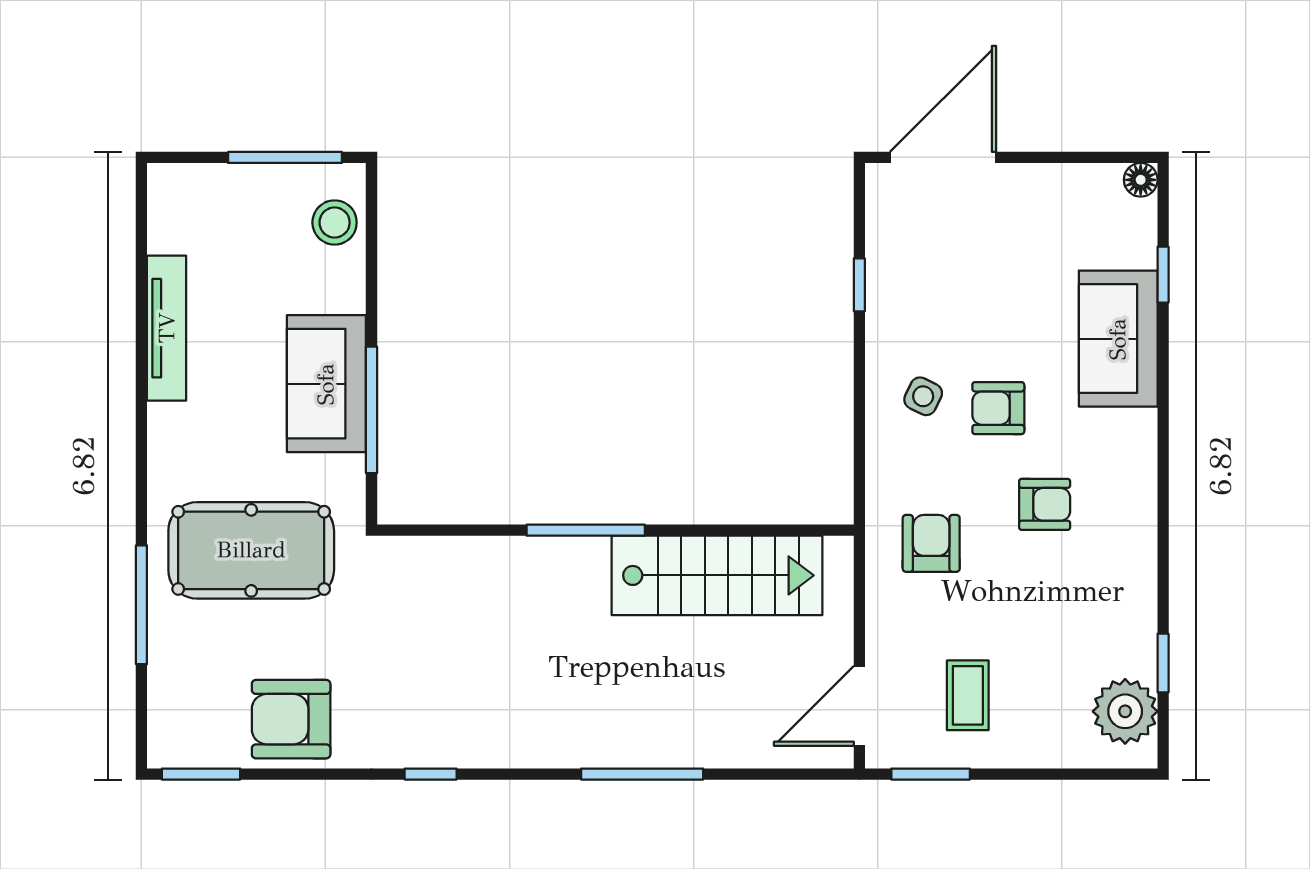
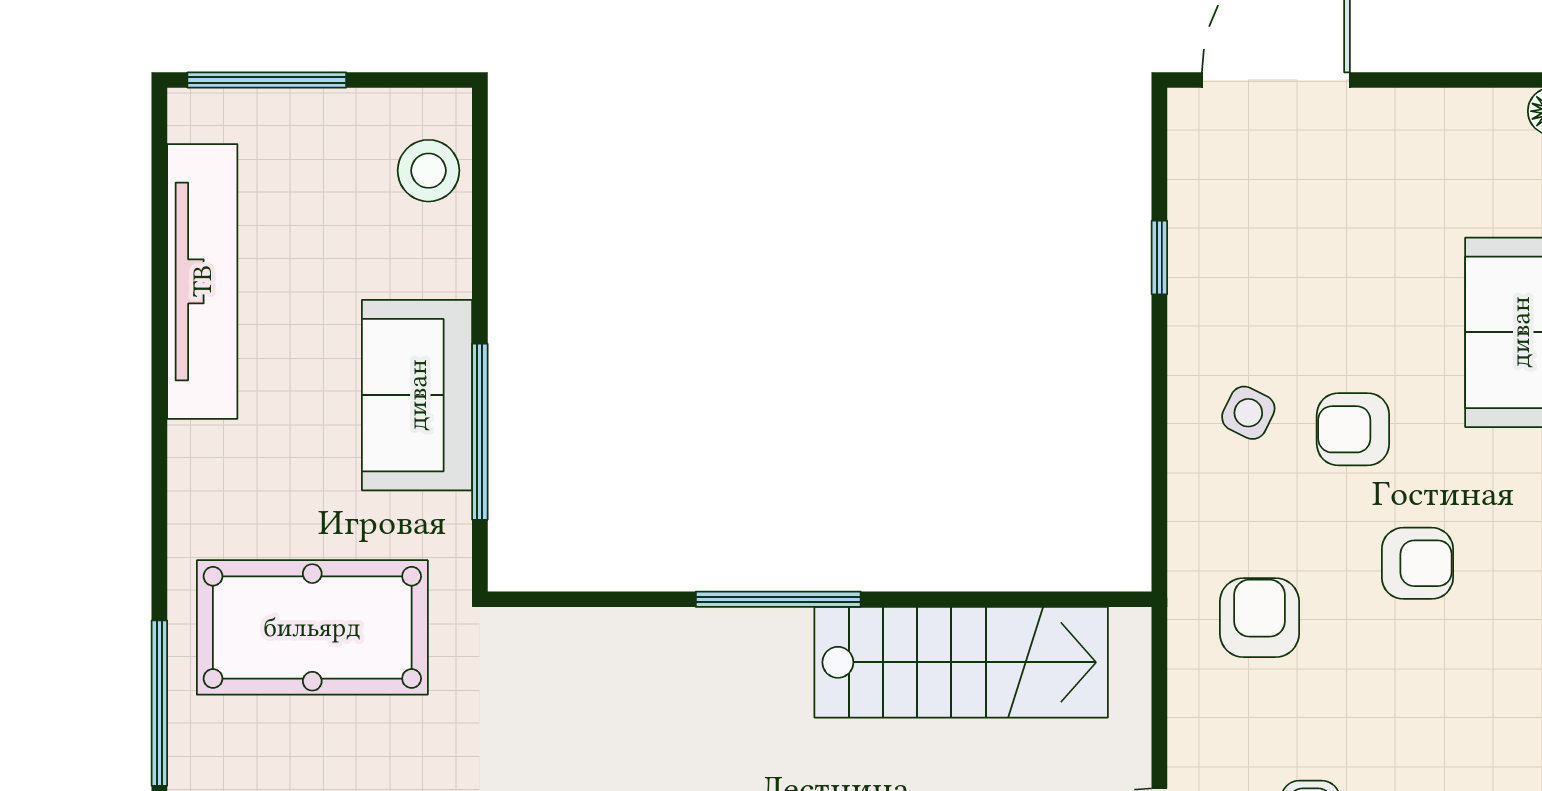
window: (285, 157) -> (267, 80), moved
tv unit: (167, 328) -> (202, 281), width x1.36, depth x1.29

